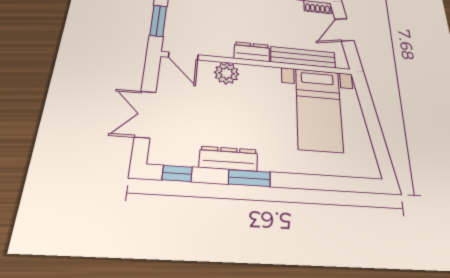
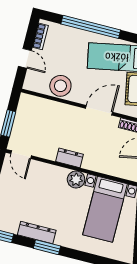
bench: (303, 57) -> (106, 168), removed
plant: (227, 73) -> (76, 179), moved

